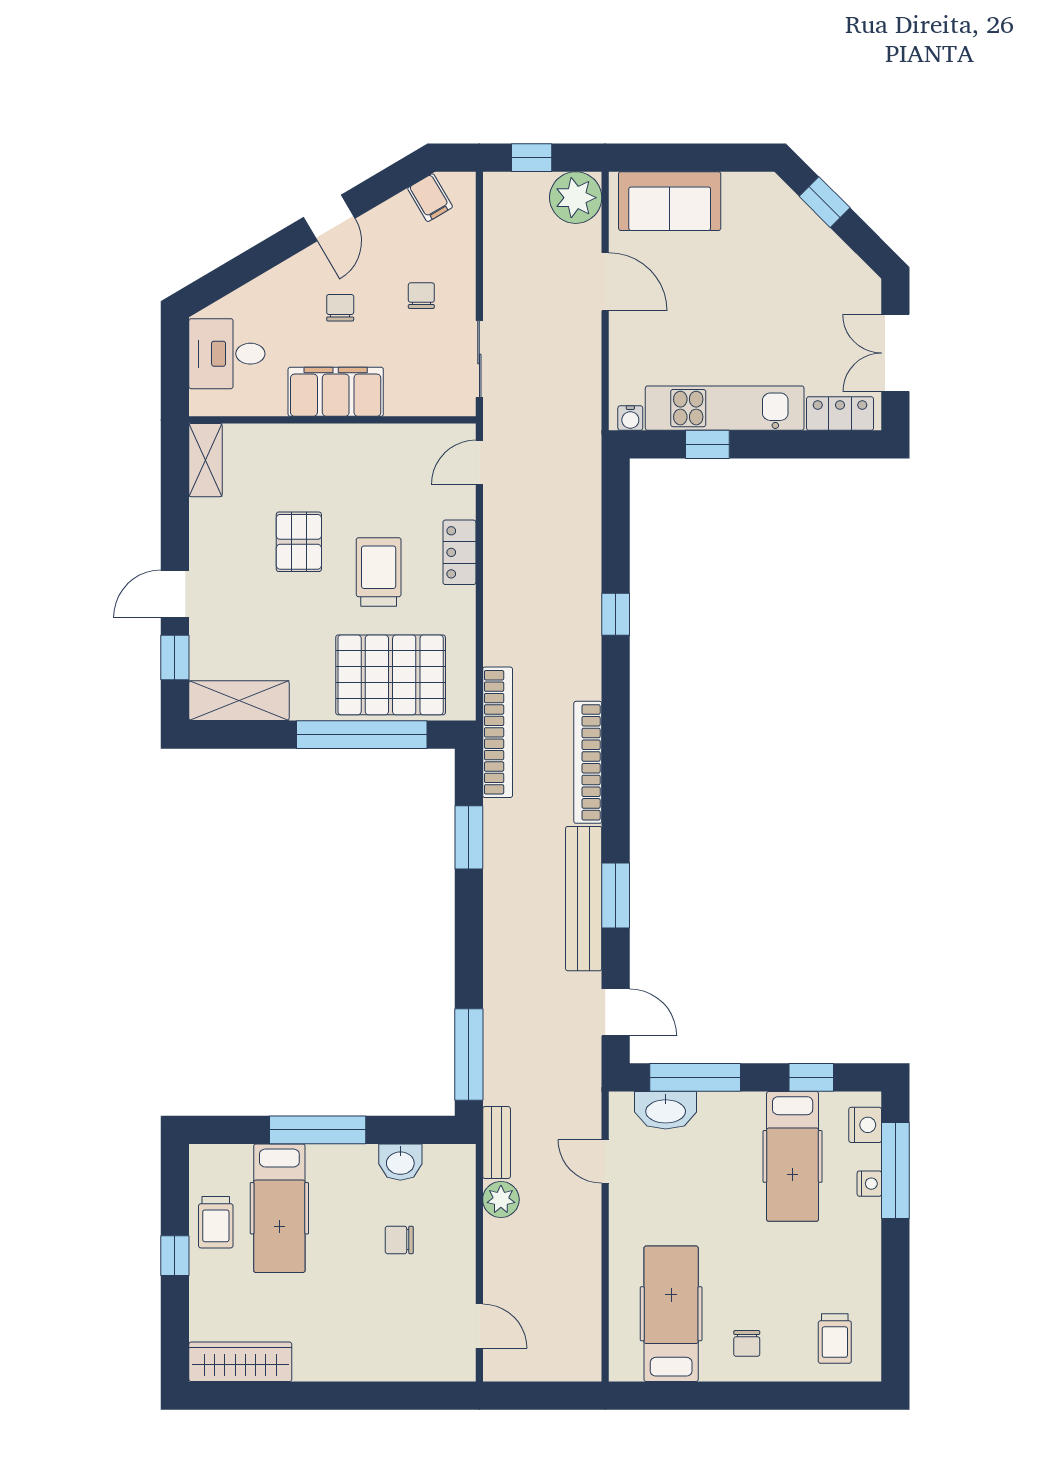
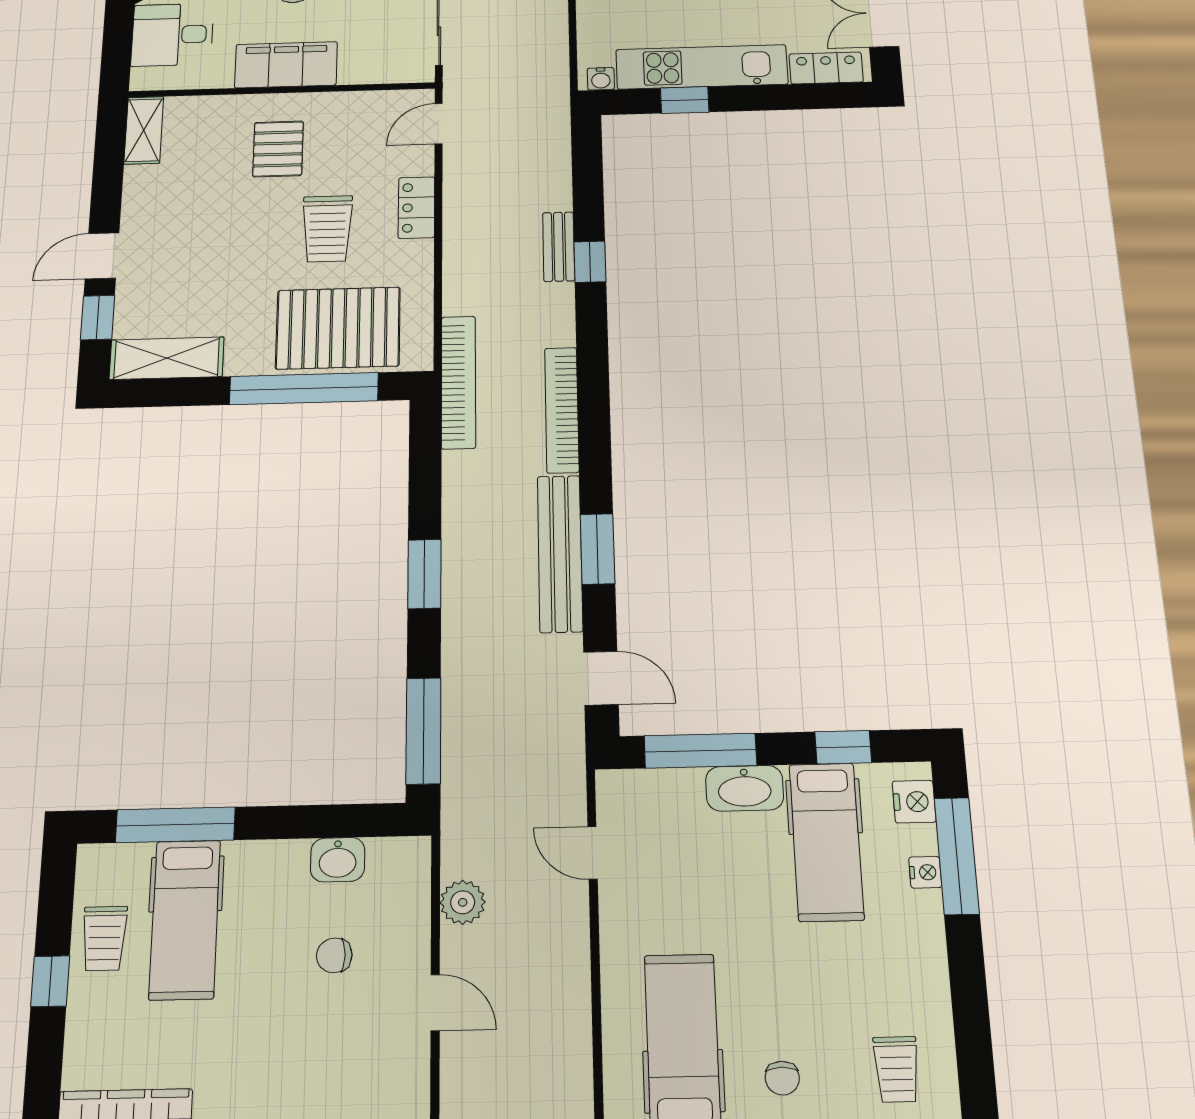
pallet: (299, 542) -> (278, 149), moved
trolley: (379, 572) -> (327, 229), turned 180
window: (469, 837) -> (424, 574), moved
washbasin: (666, 1110) -> (745, 788), moved
window: (318, 1130) -> (175, 825), moved
bench: (497, 1143) -> (559, 247), moved
door: (479, 1326) -> (435, 1003), moved

